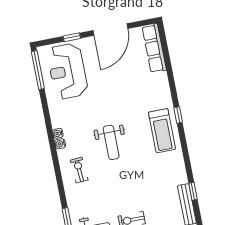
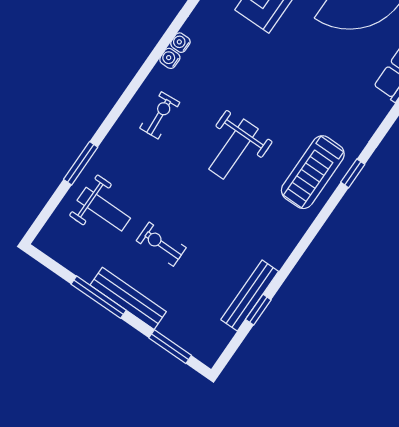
weight bench: (111, 142) -> (234, 149), moved
window: (193, 191) -> (258, 310), moved

